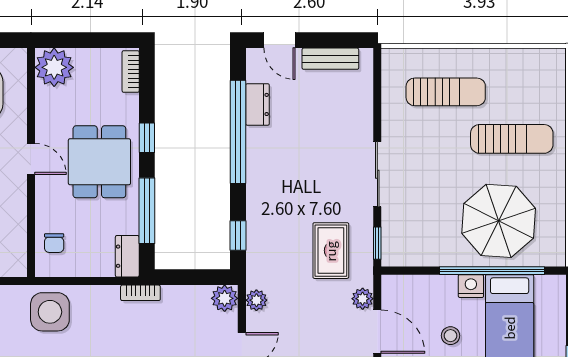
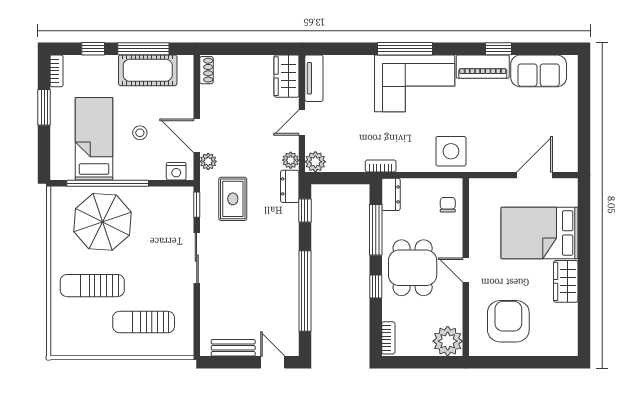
dresser: (258, 104) -> (290, 186), moved
nightstand: (471, 286) -> (176, 171), moved

